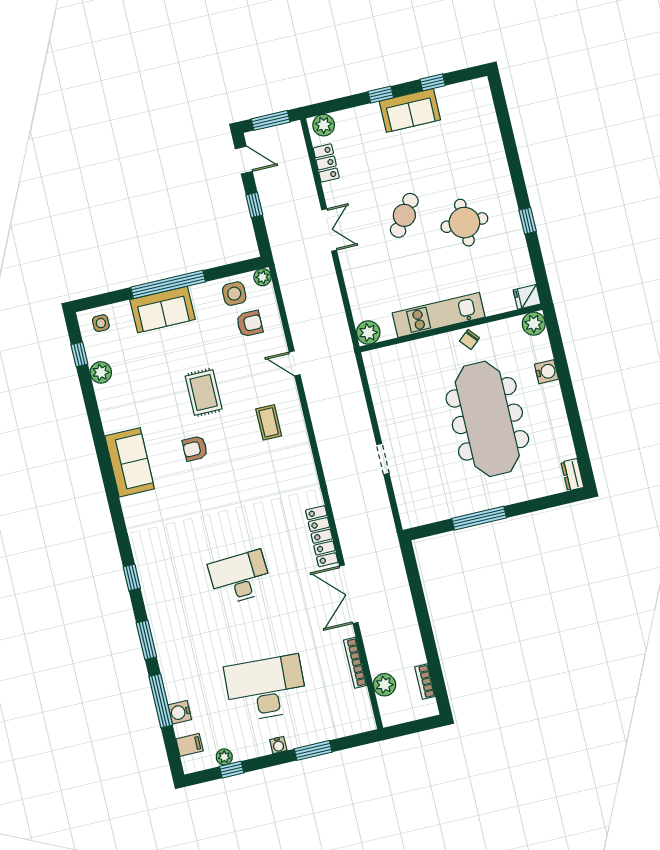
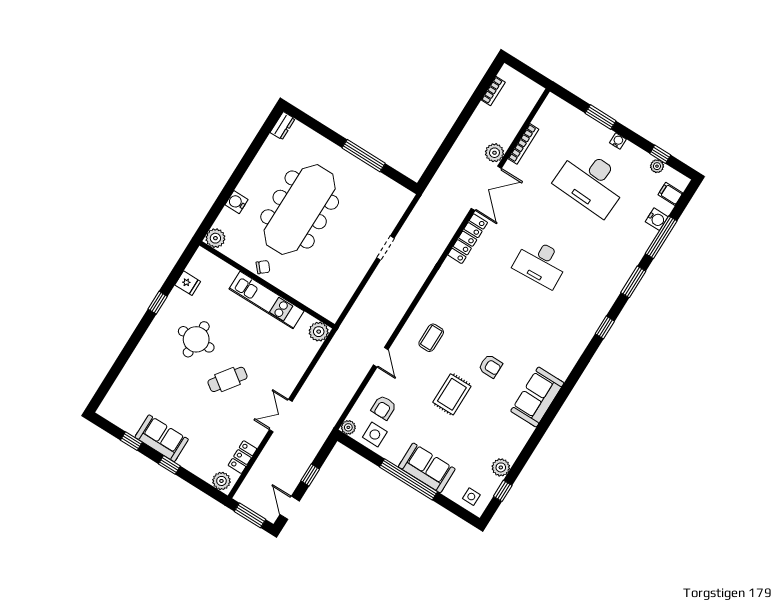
fridge: (527, 297) -> (188, 283), moved
armchair: (250, 324) -> (384, 408), turned -90
plant: (384, 685) -> (494, 153), moved

